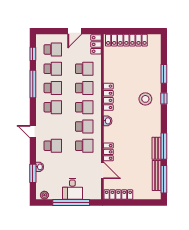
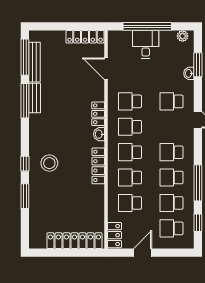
locker: (108, 152) -> (98, 114), moved

